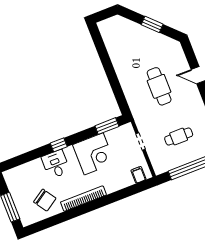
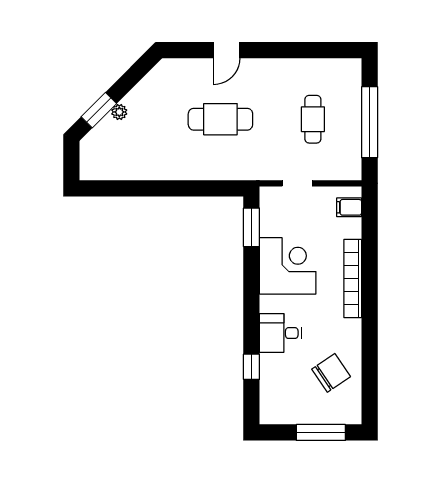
window: (152, 24) -> (99, 110), moved
plant: (142, 30) -> (119, 112), added
window: (59, 145) -> (251, 367), moved
bookcase: (83, 199) -> (353, 279), moved

